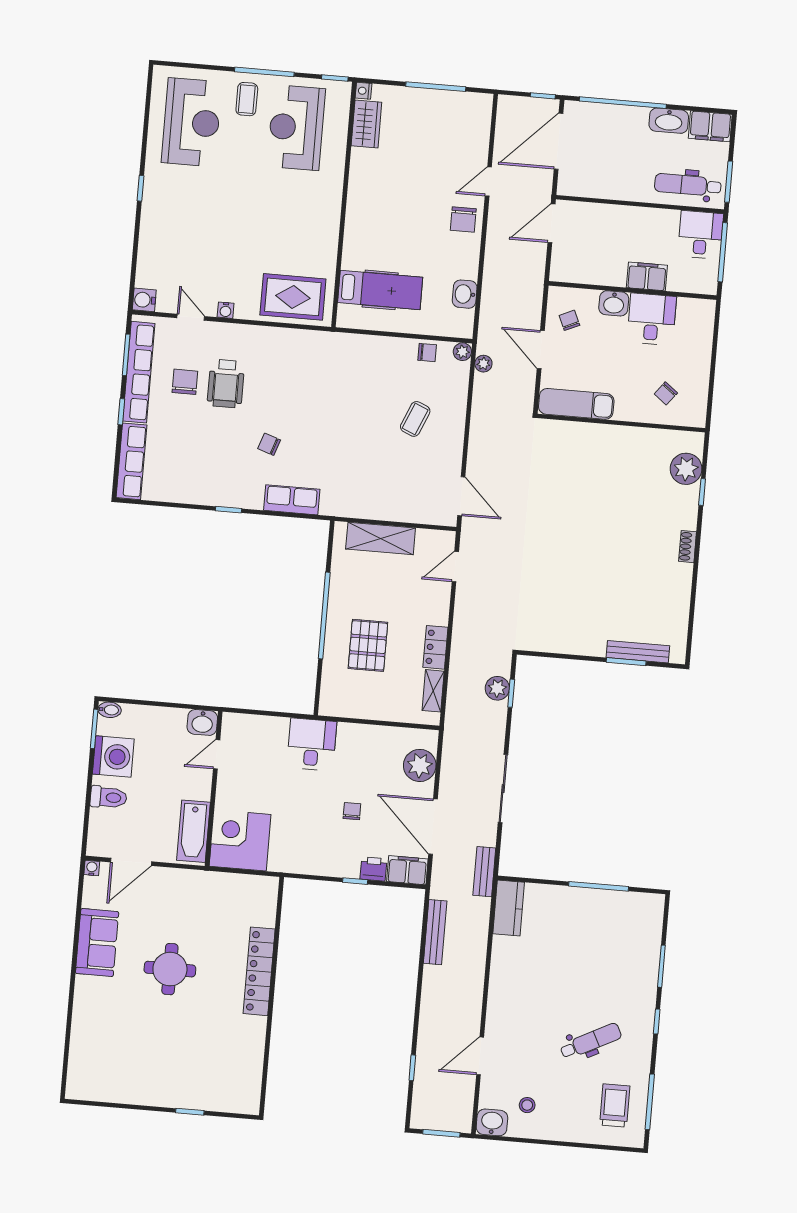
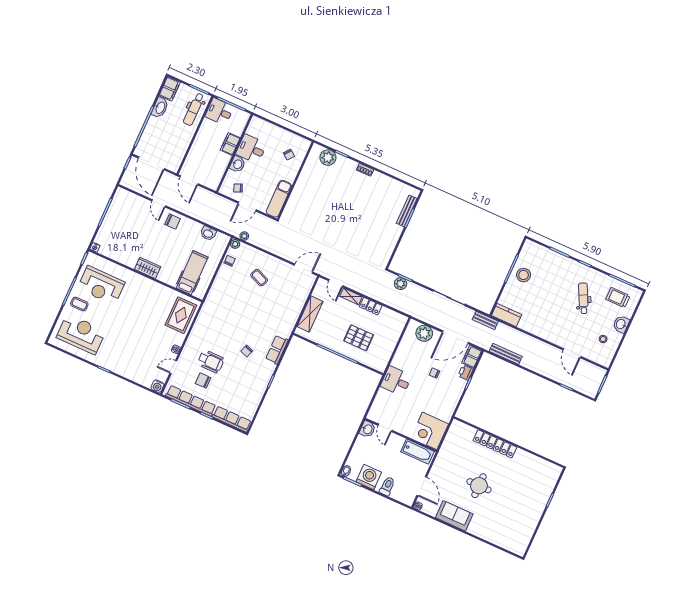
wardrobe: (366, 124) -> (148, 268), moved
shelving: (433, 691) -> (351, 296), moved
stool: (595, 914) -> (524, 275), added
washbasin: (492, 1122) -> (621, 324), moved

